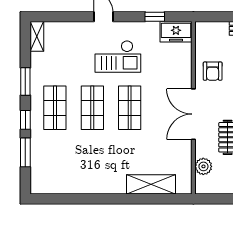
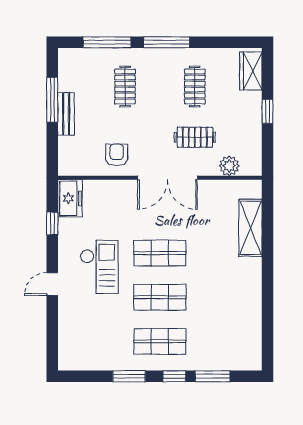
shelving: (37, 36) -> (76, 363), removed
armchair: (213, 71) -> (117, 155), turned -90

